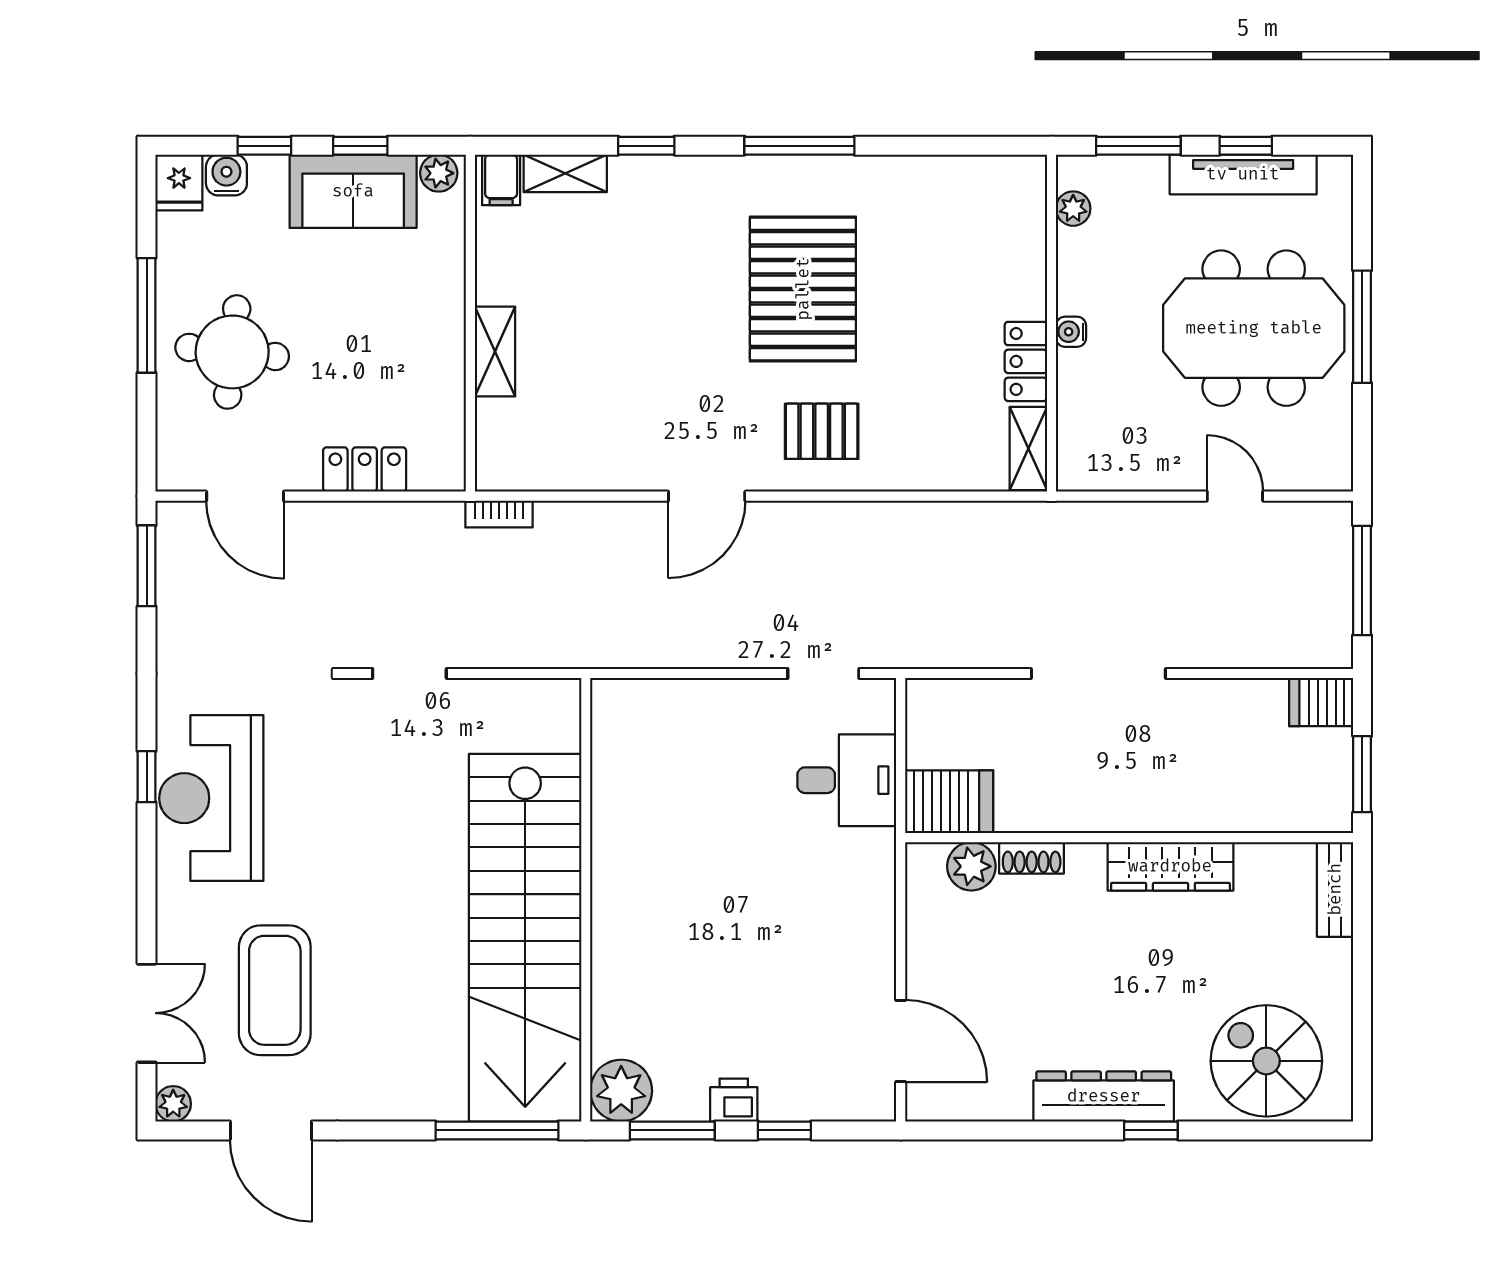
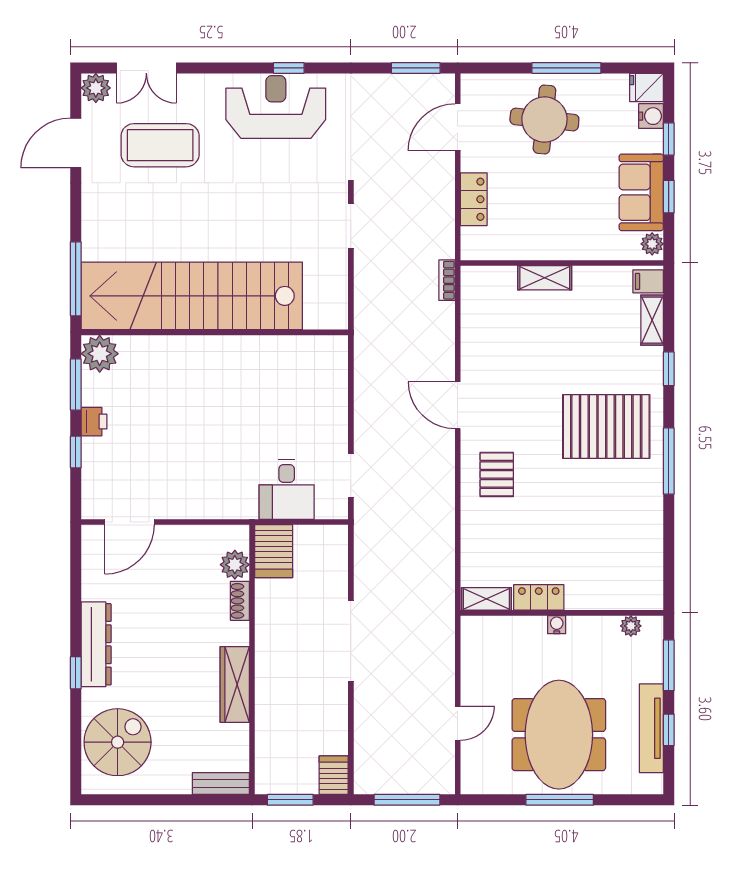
pallet: (803, 289) -> (606, 427), moved
plant: (173, 1104) -> (96, 88), width x1.38, depth x1.38

